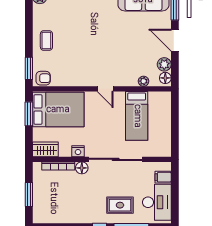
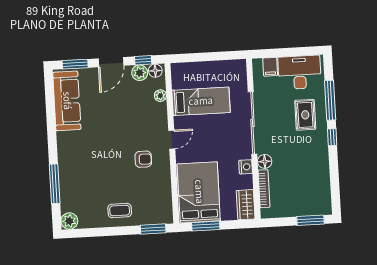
window: (175, 68) -> (143, 60), added
armchair: (43, 78) -> (143, 159), moved, turned 90
window: (29, 194) -> (310, 220), moved

